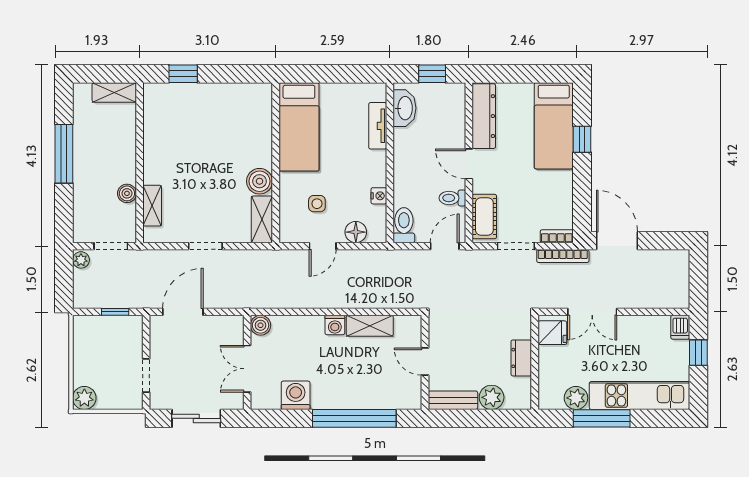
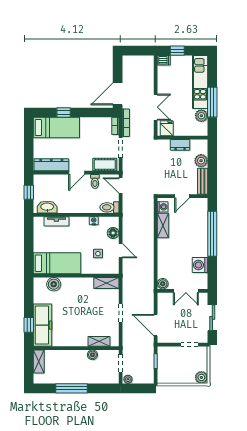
freezer: (183, 100) -> (43, 325), added
boiler: (260, 181) -> (54, 284), moved
washing machine: (335, 325) -> (163, 207), moved

